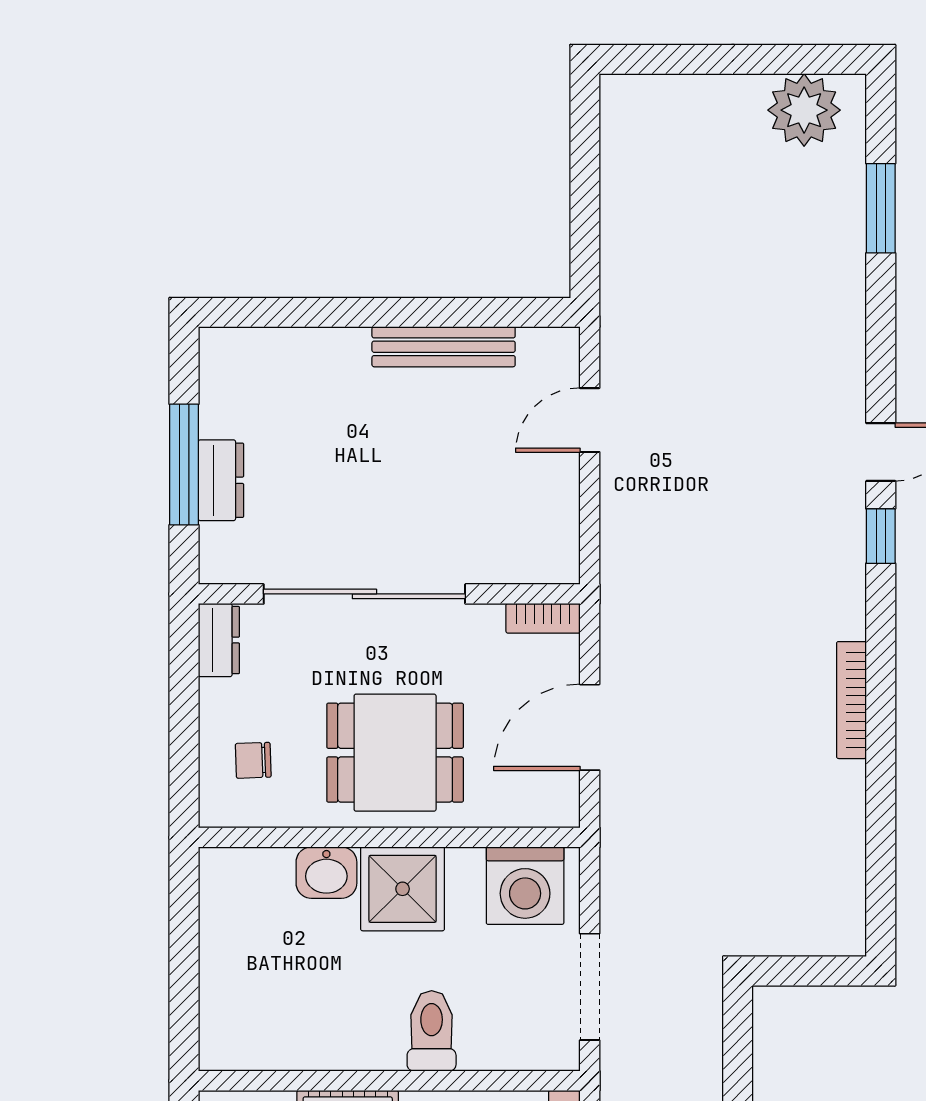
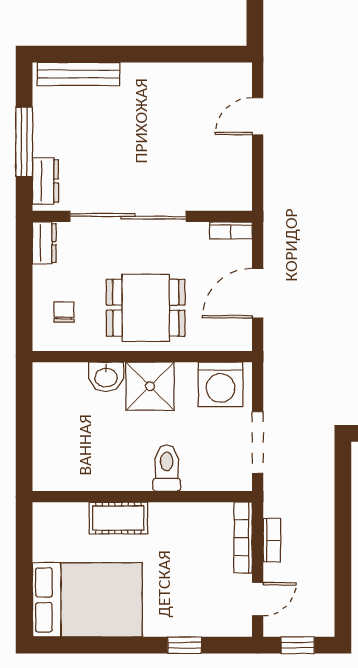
bench: (444, 347) -> (78, 74), moved
dresser: (221, 480) -> (45, 181), moved
chair: (253, 760) -> (64, 312), turned 92

